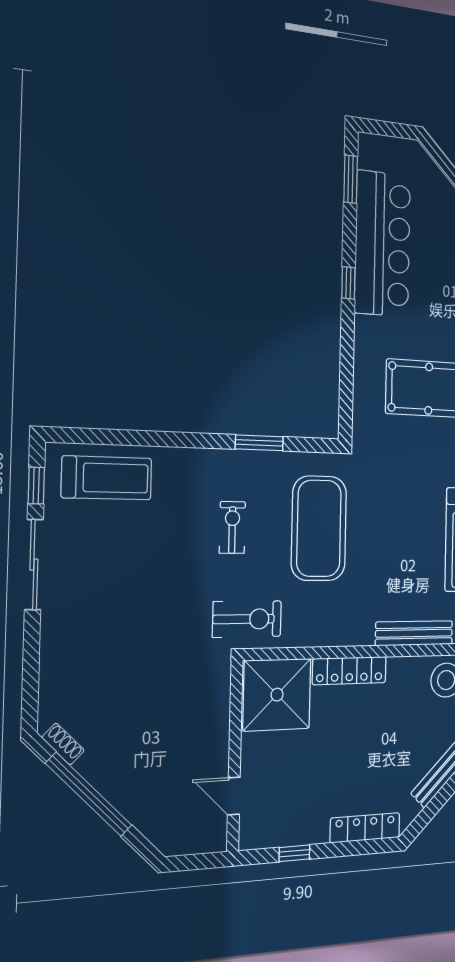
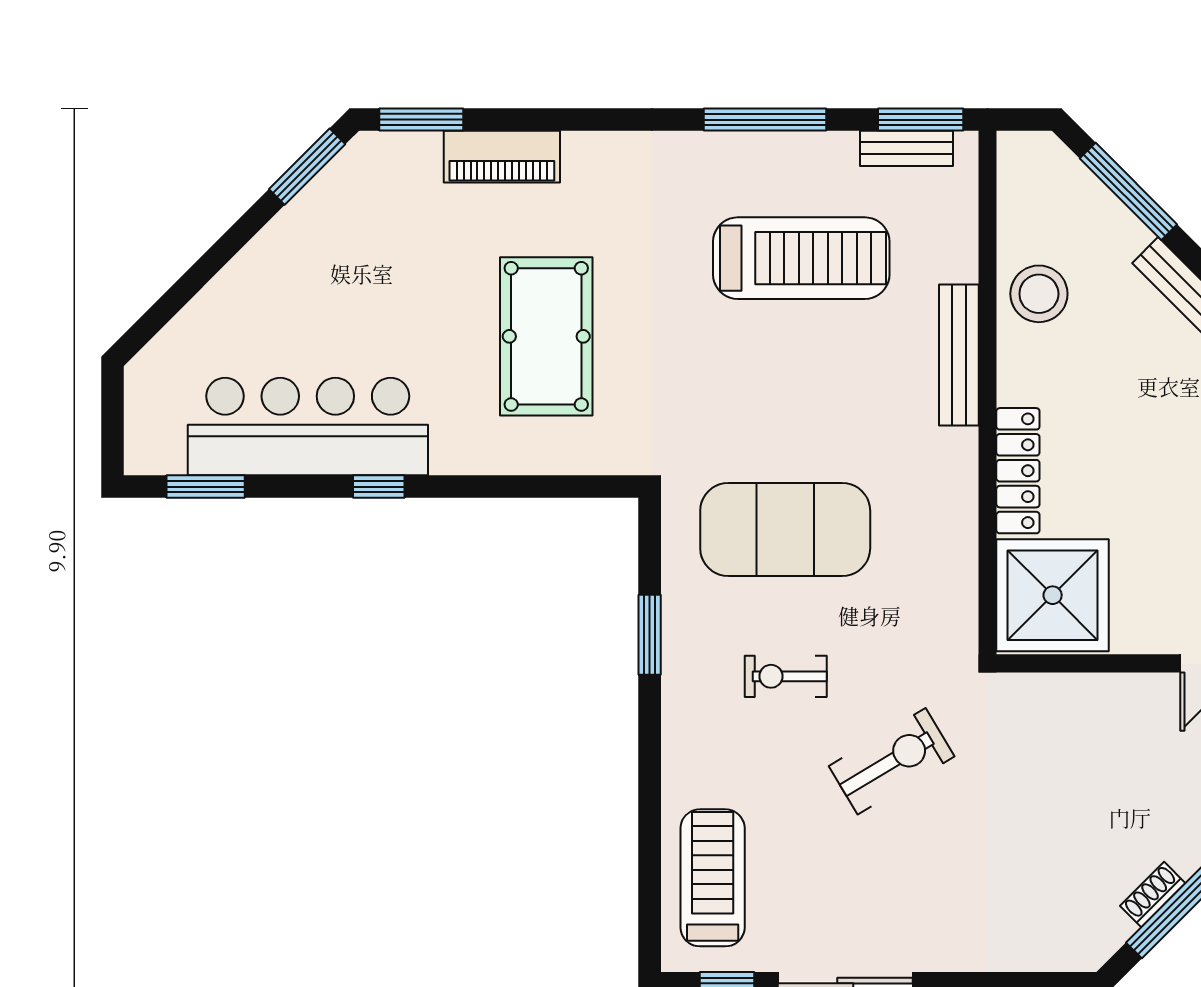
exercise bike: (247, 619) -> (892, 761), moved, turned 59
shoe rack: (63, 744) -> (1153, 894), moved

